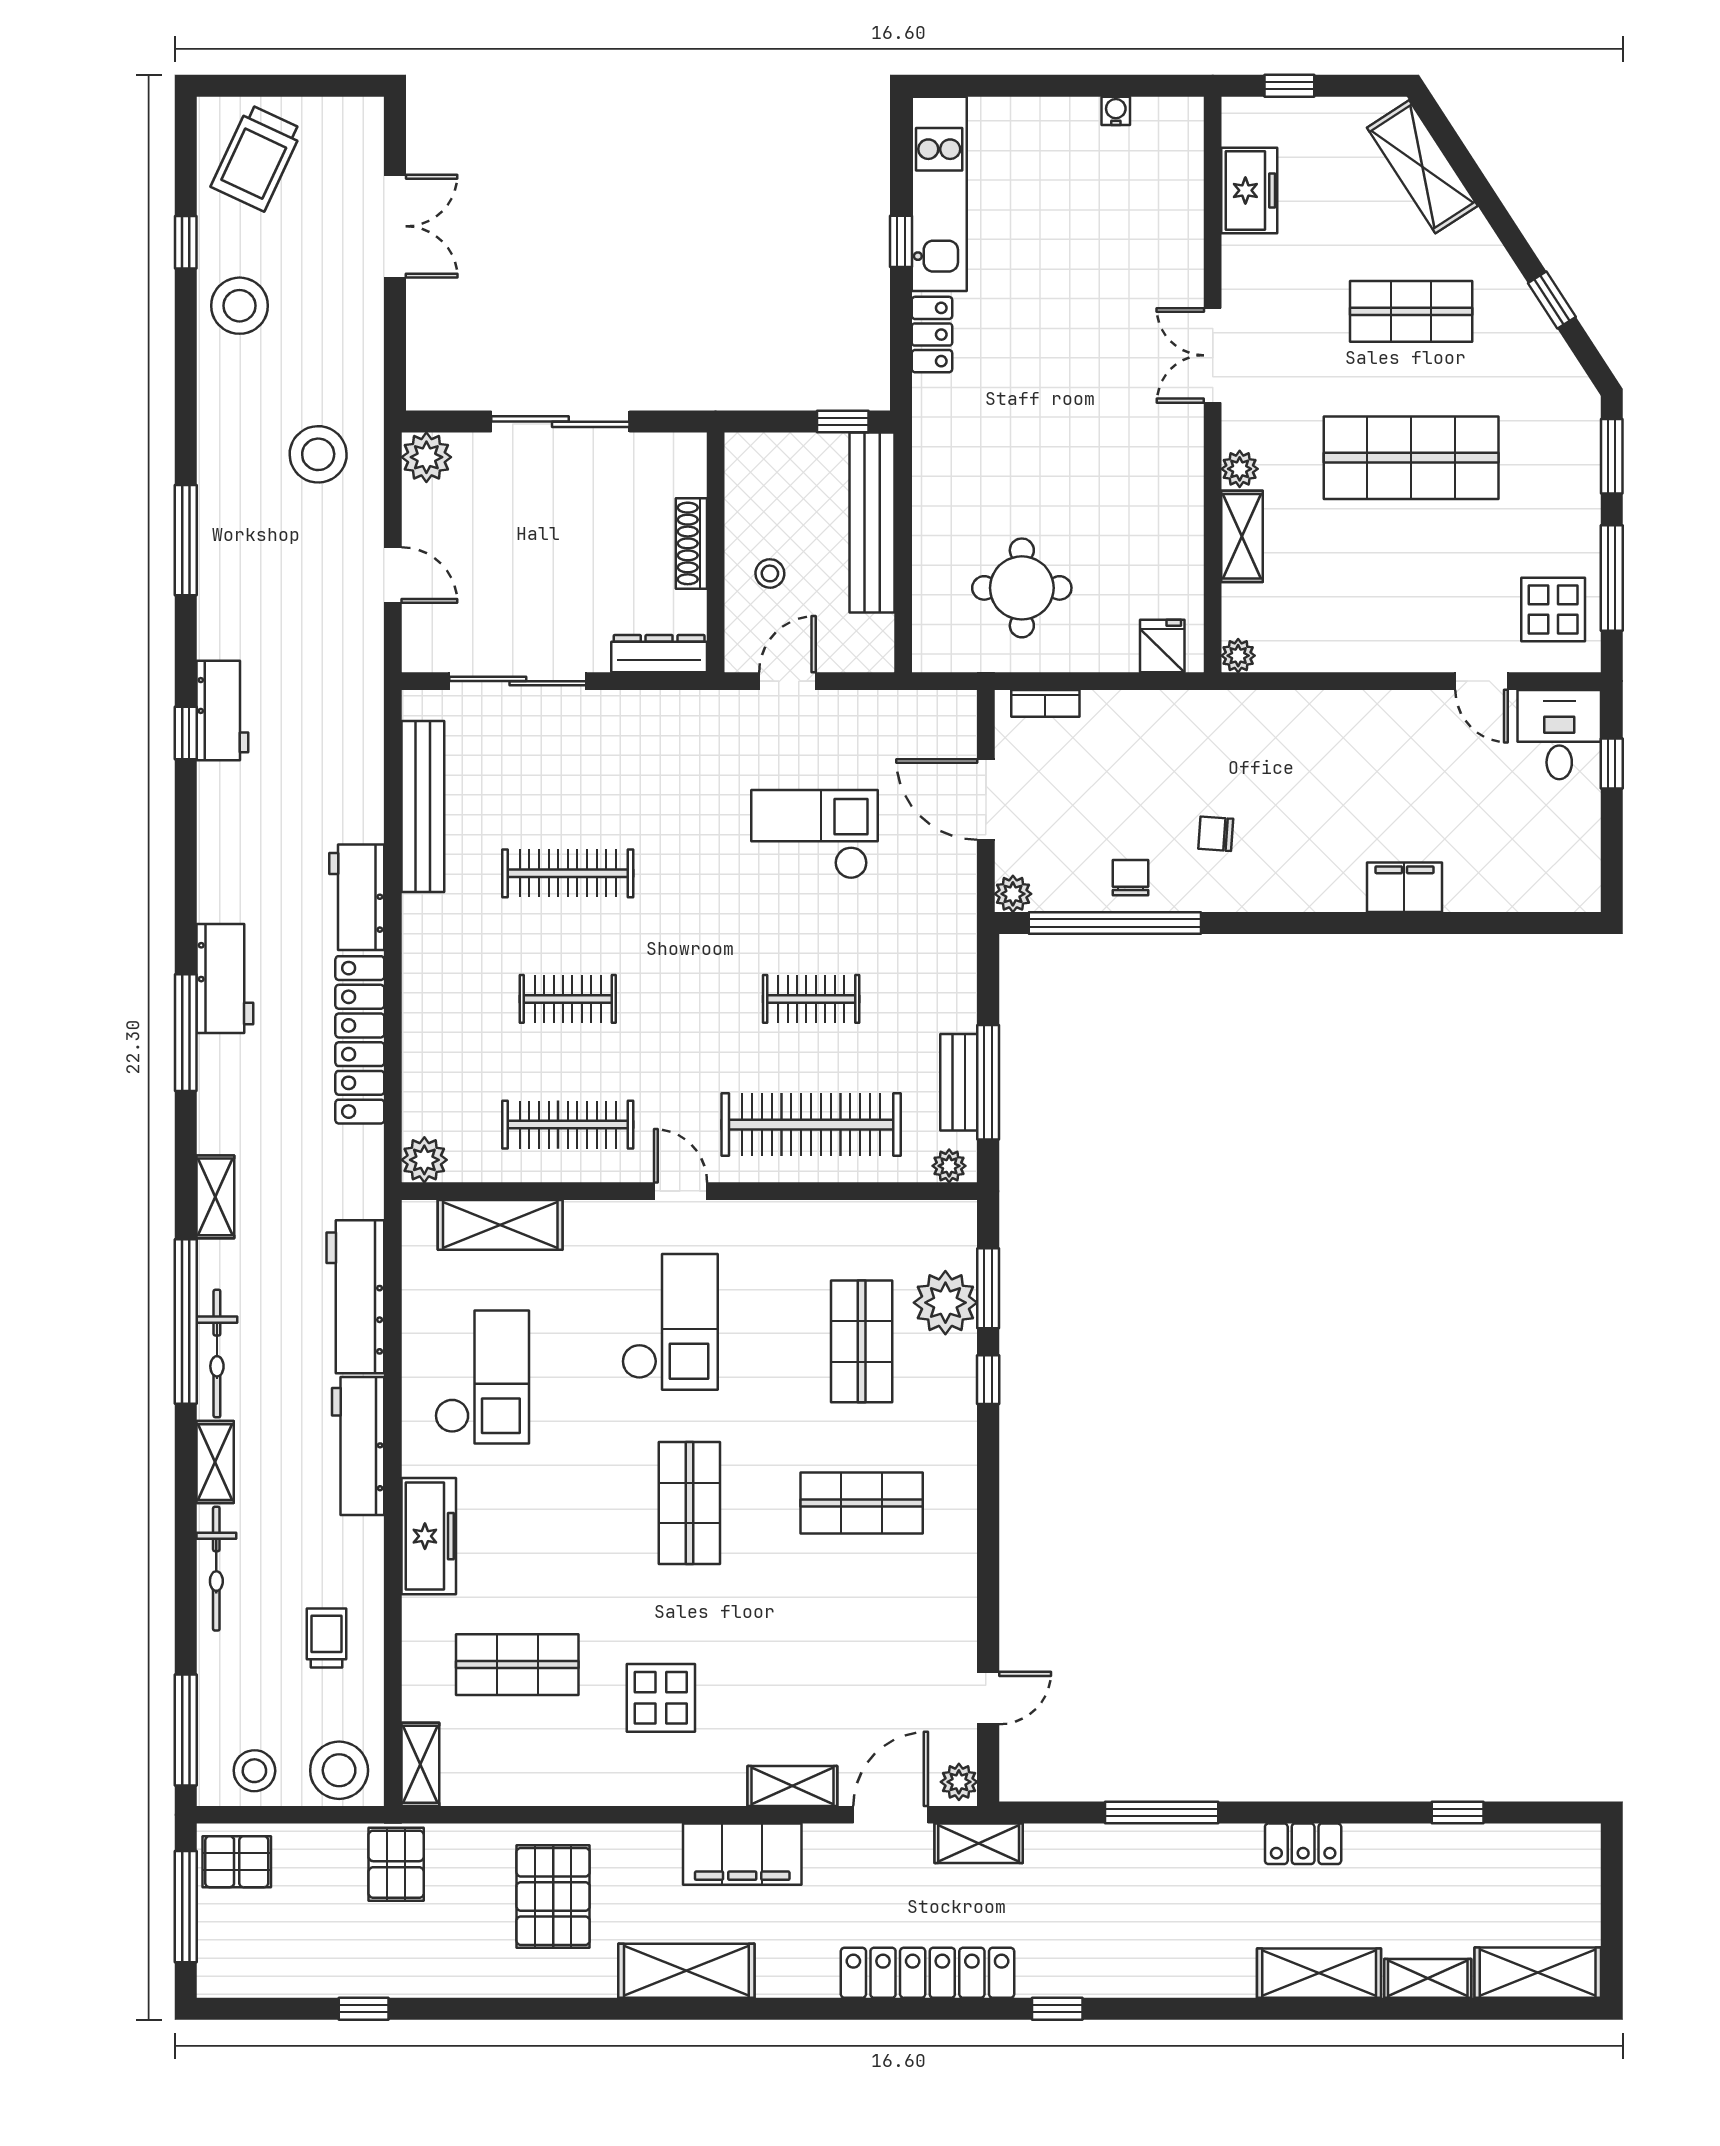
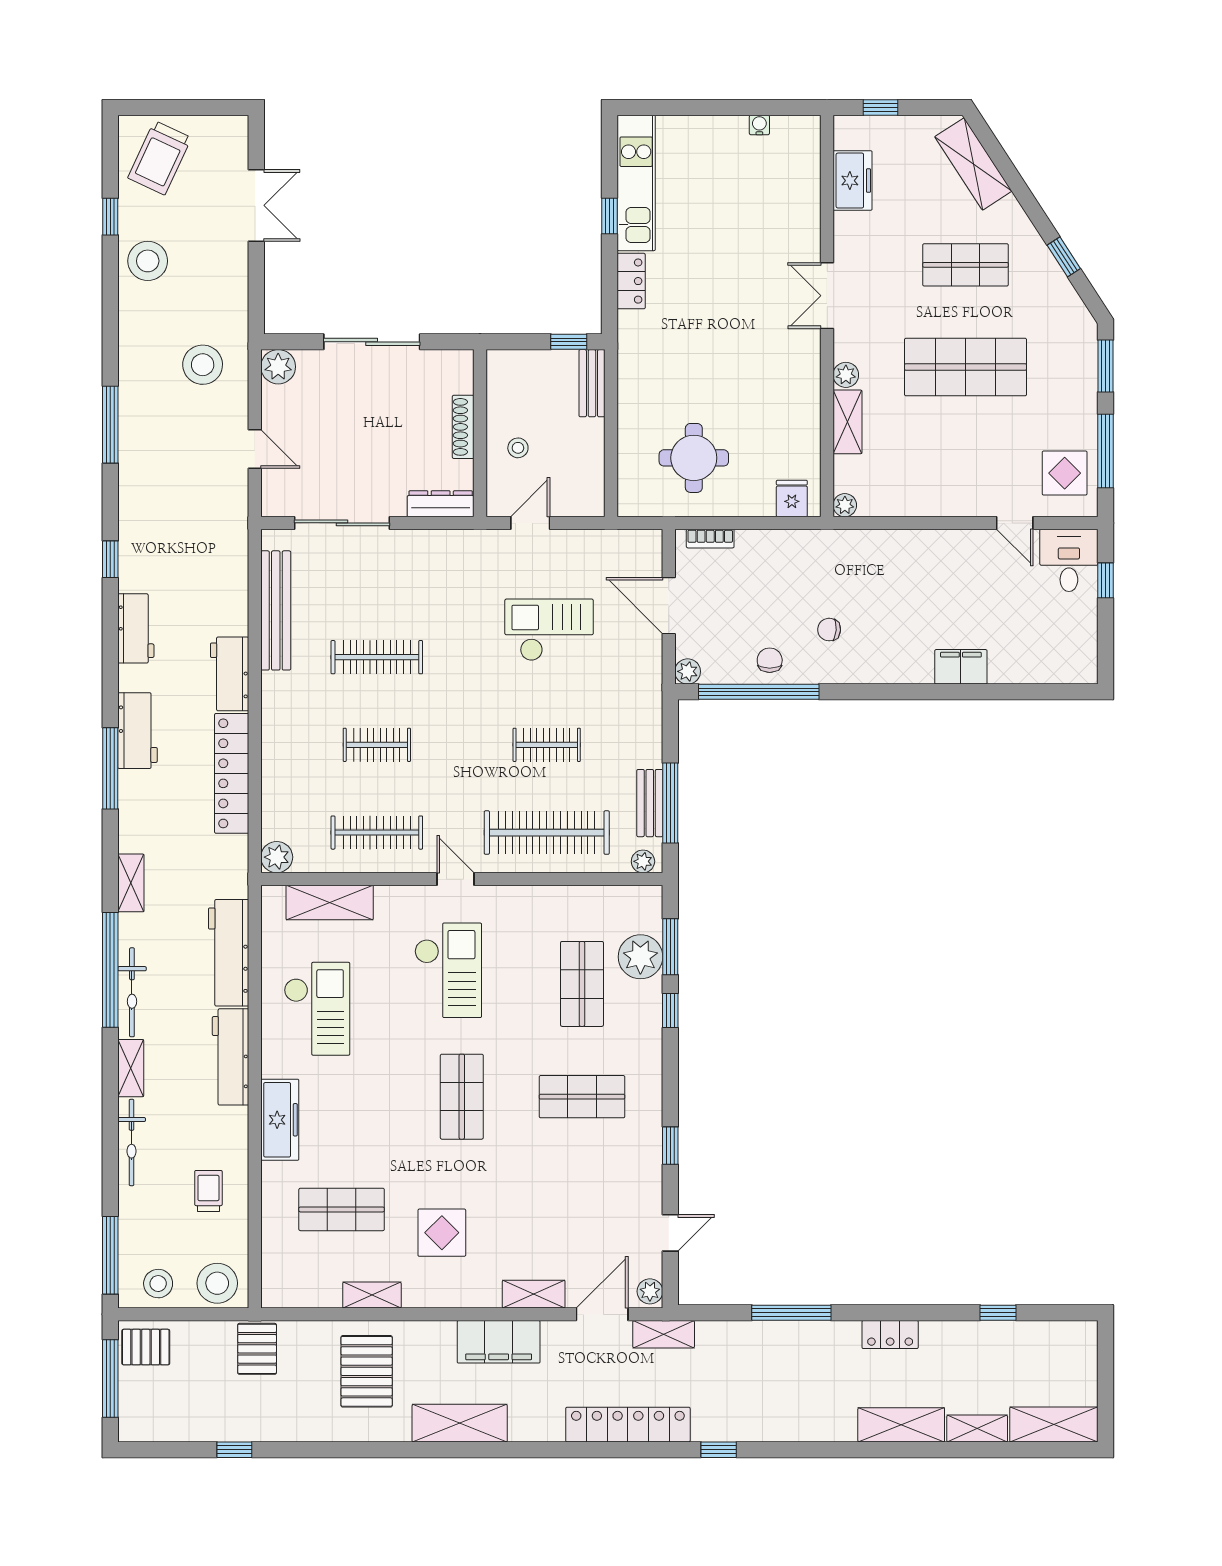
bench: (872, 523) -> (592, 383), width x0.54, depth x0.82
workbench: (222, 710) -> (136, 628), moved
window: (988, 1573) -> (670, 1146), added
shelving: (420, 1764) -> (372, 1295), moved, turned 90

